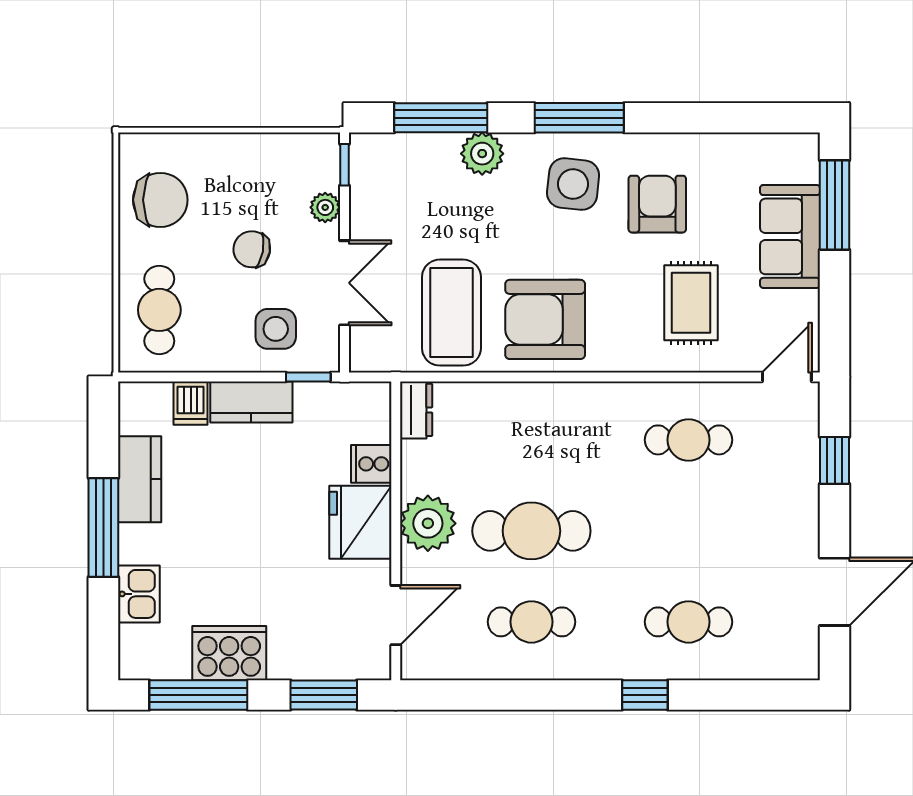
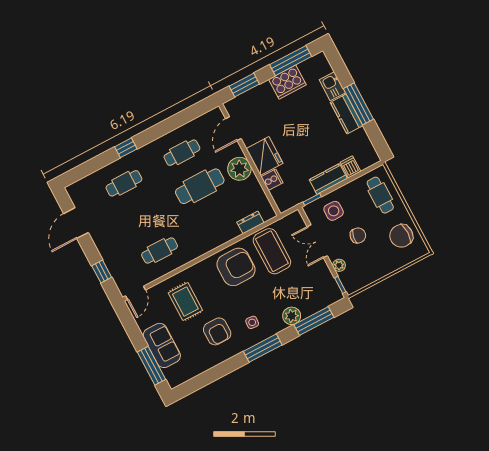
side table: (573, 184) -> (252, 322), width x0.54, depth x0.54
dresser: (416, 410) -> (250, 222), moved, turned 90
kitchen counter: (140, 479) -> (347, 114), moved

